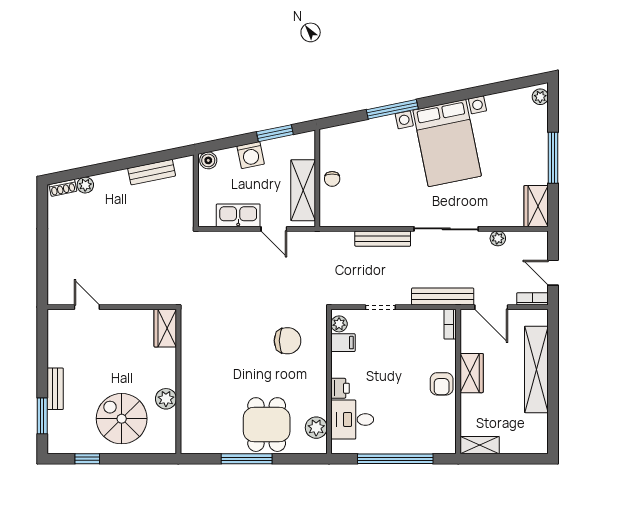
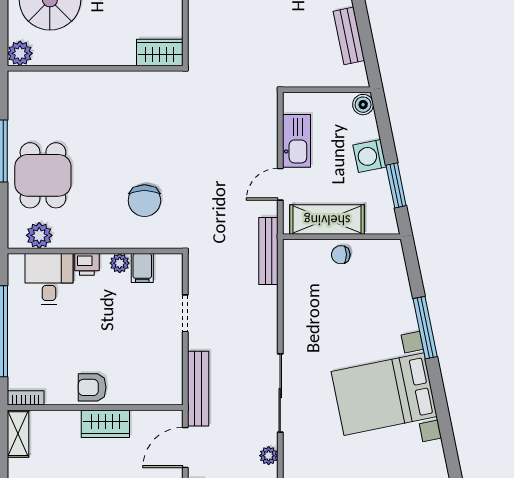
bench: (383, 239) -> (268, 251), moved
plant: (339, 324) -> (120, 263), moved
bookcase: (450, 324) -> (26, 398), moved
plant: (166, 399) -> (20, 53), moved
dining table: (267, 425) -> (43, 175), turned 90

